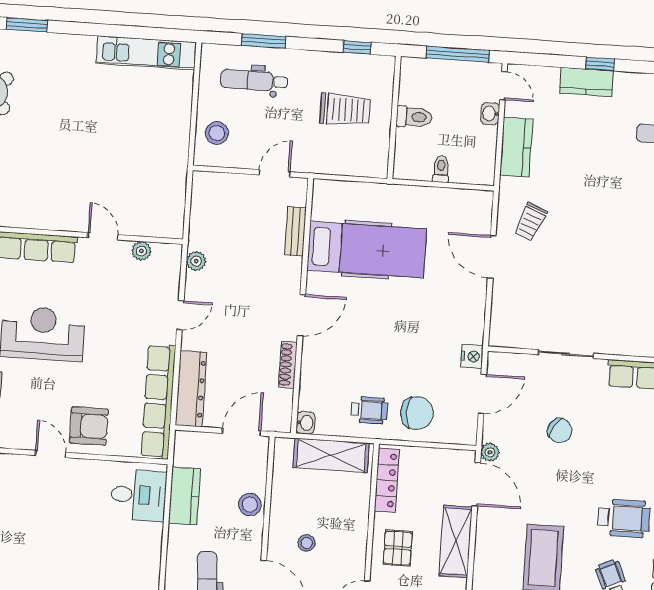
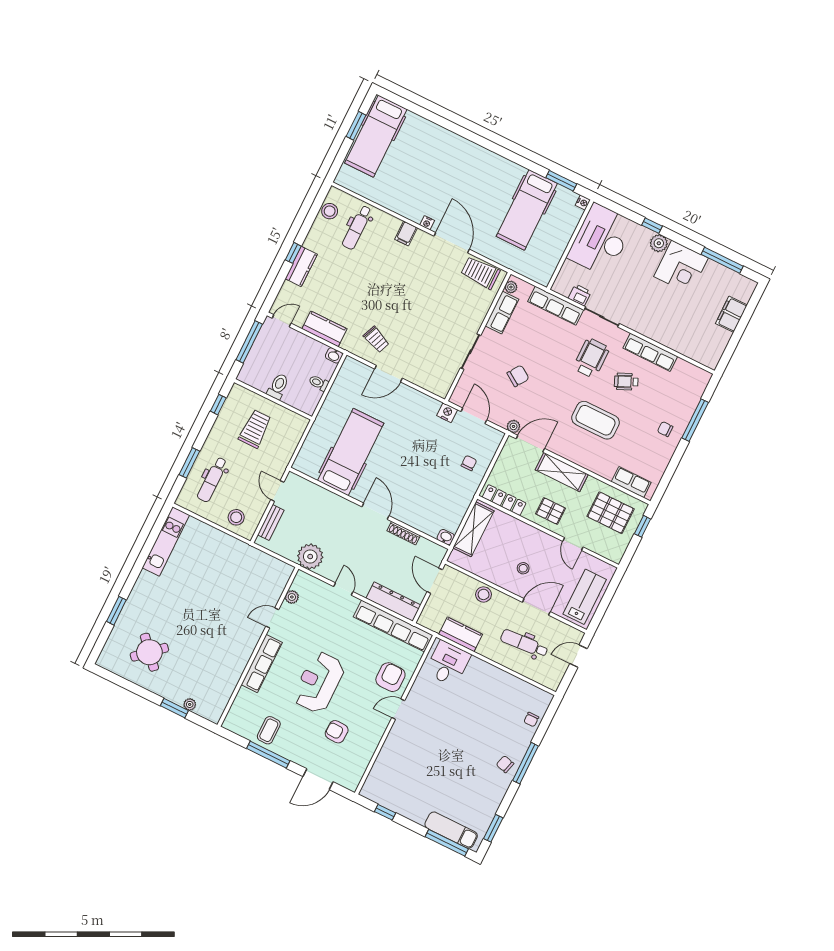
washbasin: (490, 114) -> (334, 355), moved
bench: (295, 231) -> (271, 522), moved, turned 90
plant: (196, 261) -> (310, 557), width x1.87, depth x1.87
wheelchair: (369, 410) -> (454, 493), removed
chair: (417, 413) -> (469, 463), width x0.54, depth x0.54

